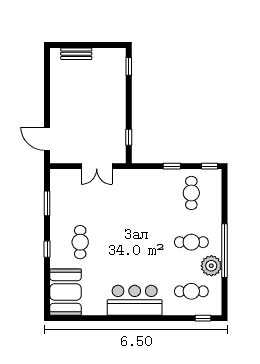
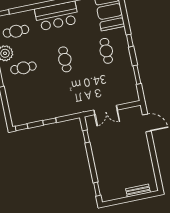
double door: (97, 166) -> (106, 110), swing flipped
cafe table: (191, 193) -> (65, 59), moved

